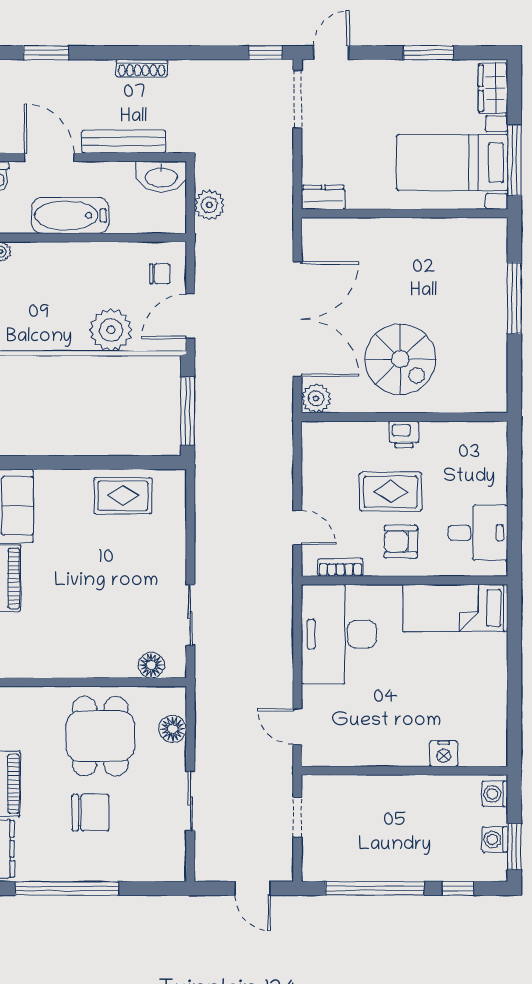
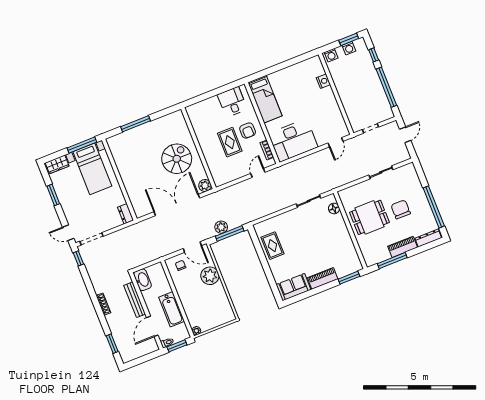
plant: (209, 205) -> (221, 227), moved
printer: (404, 434) -> (205, 146), removed
floor lamp: (173, 729) -> (355, 190), removed

